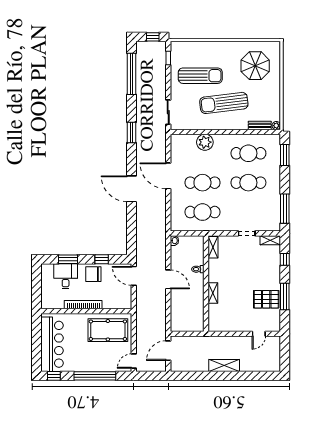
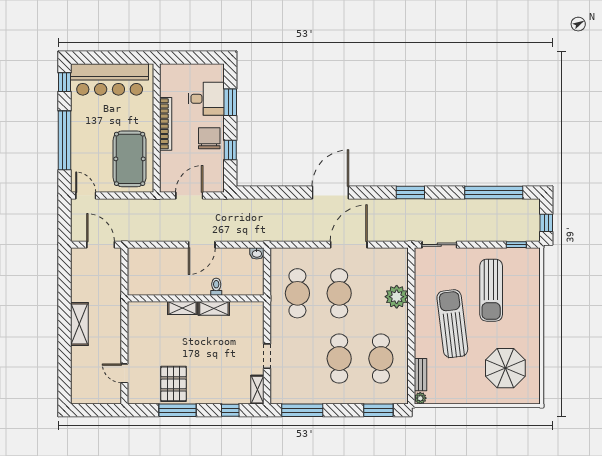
shelving: (213, 247) -> (214, 308), moved
door: (134, 276) -> (189, 196), moved

